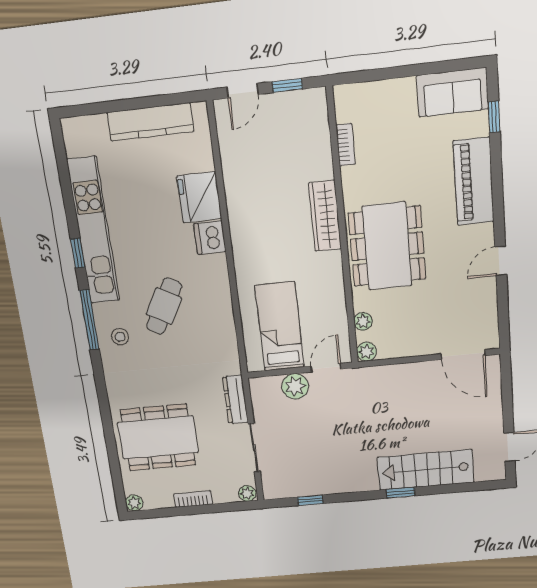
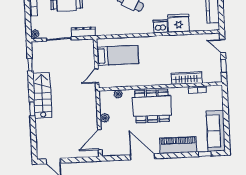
sofa: (452, 92) -> (216, 131), width x1.36
wardrobe: (325, 216) -> (187, 78), moved
door: (501, 261) -> (142, 157), width x1.88
plant: (367, 352) -> (105, 118), moved
door: (326, 368) -> (97, 76), swing flipped
plant: (295, 386) -> (88, 61), removed
stairs: (426, 470) -> (42, 95), moved

